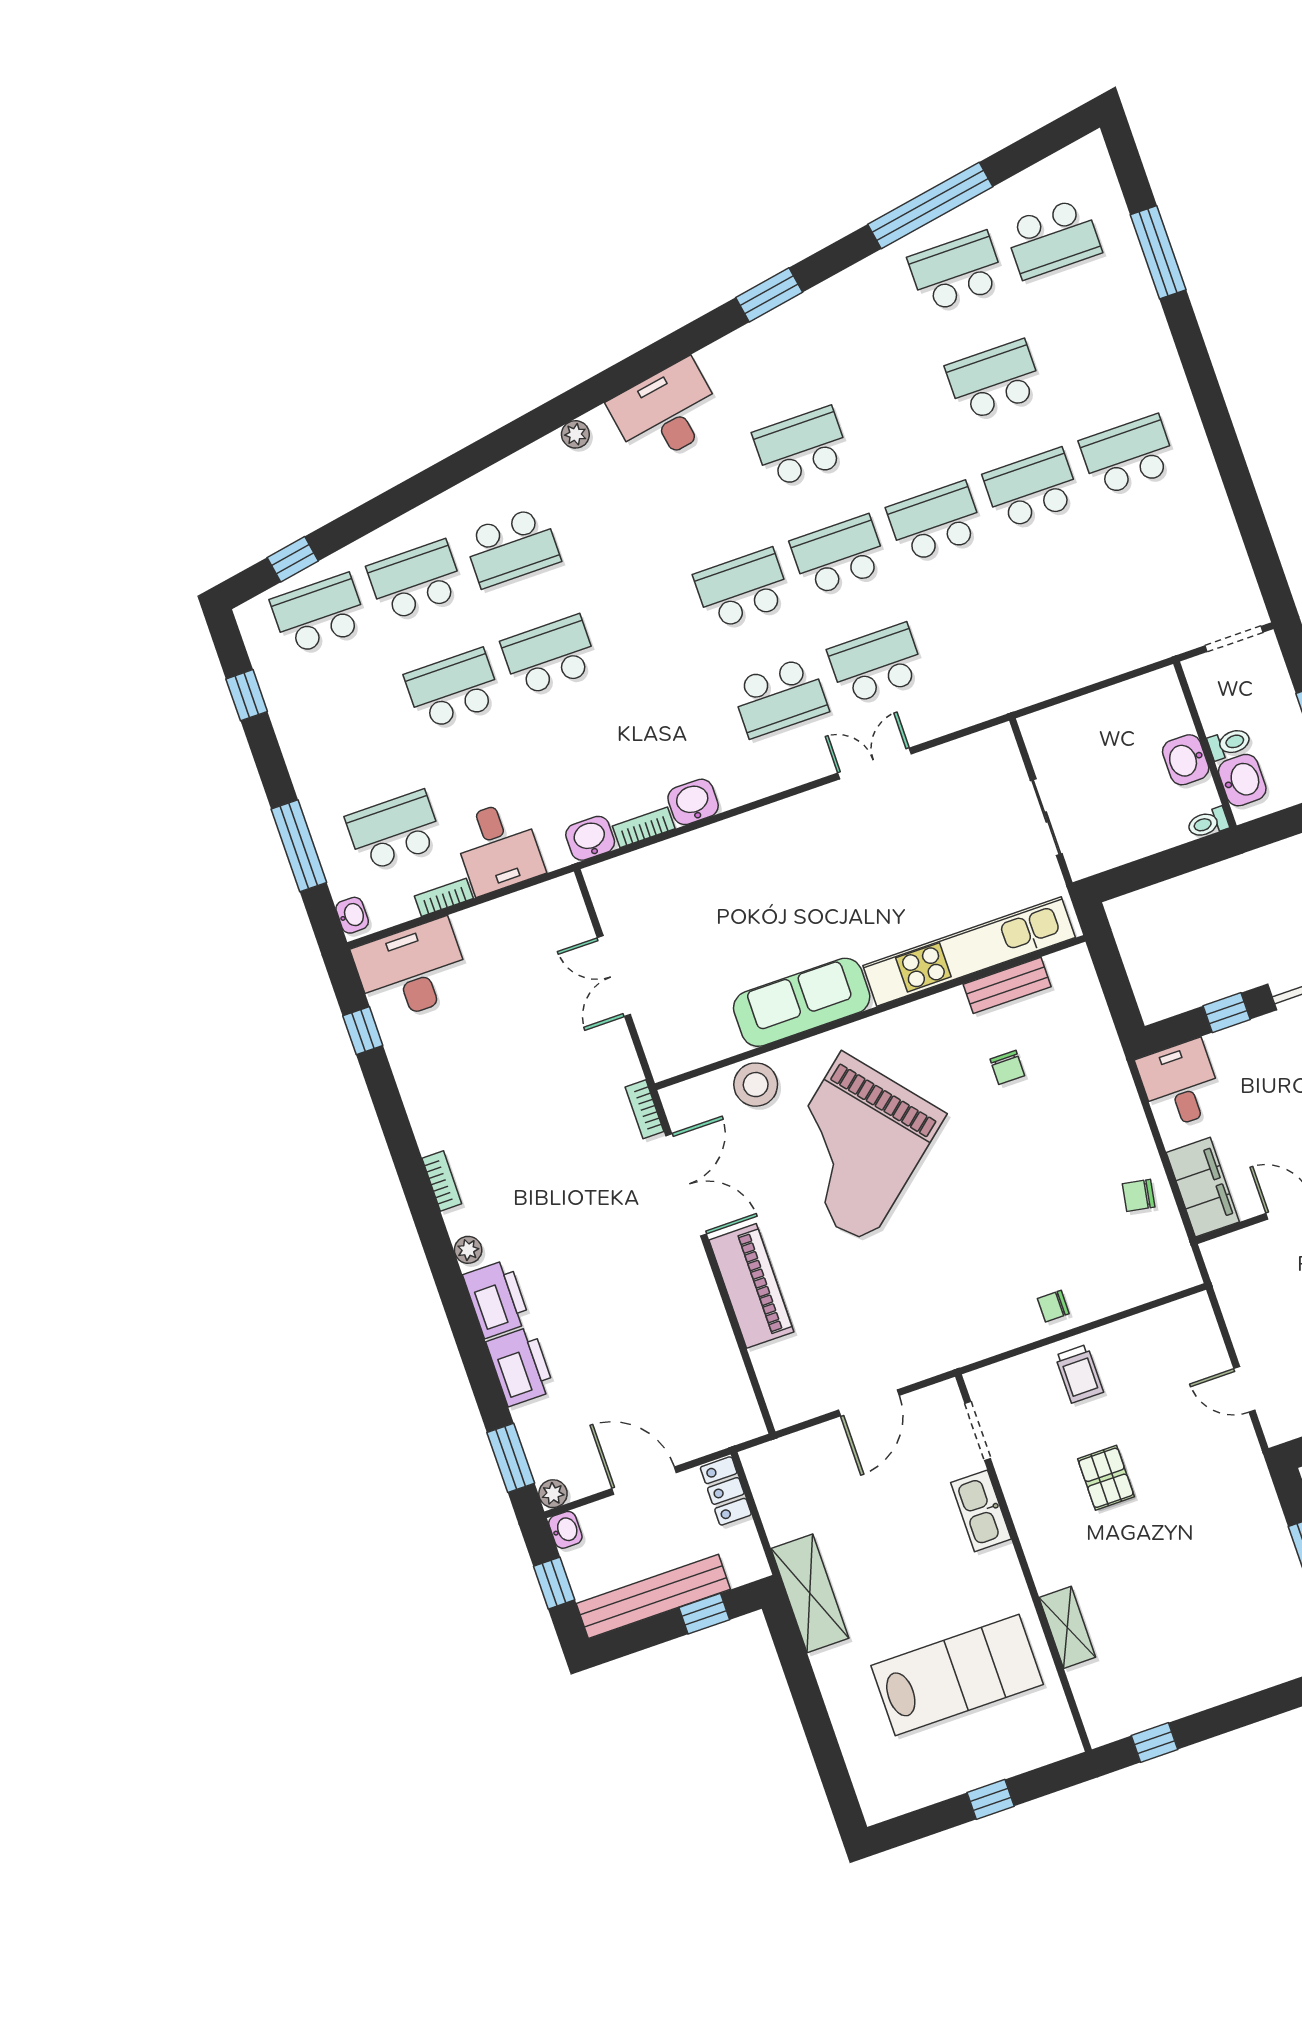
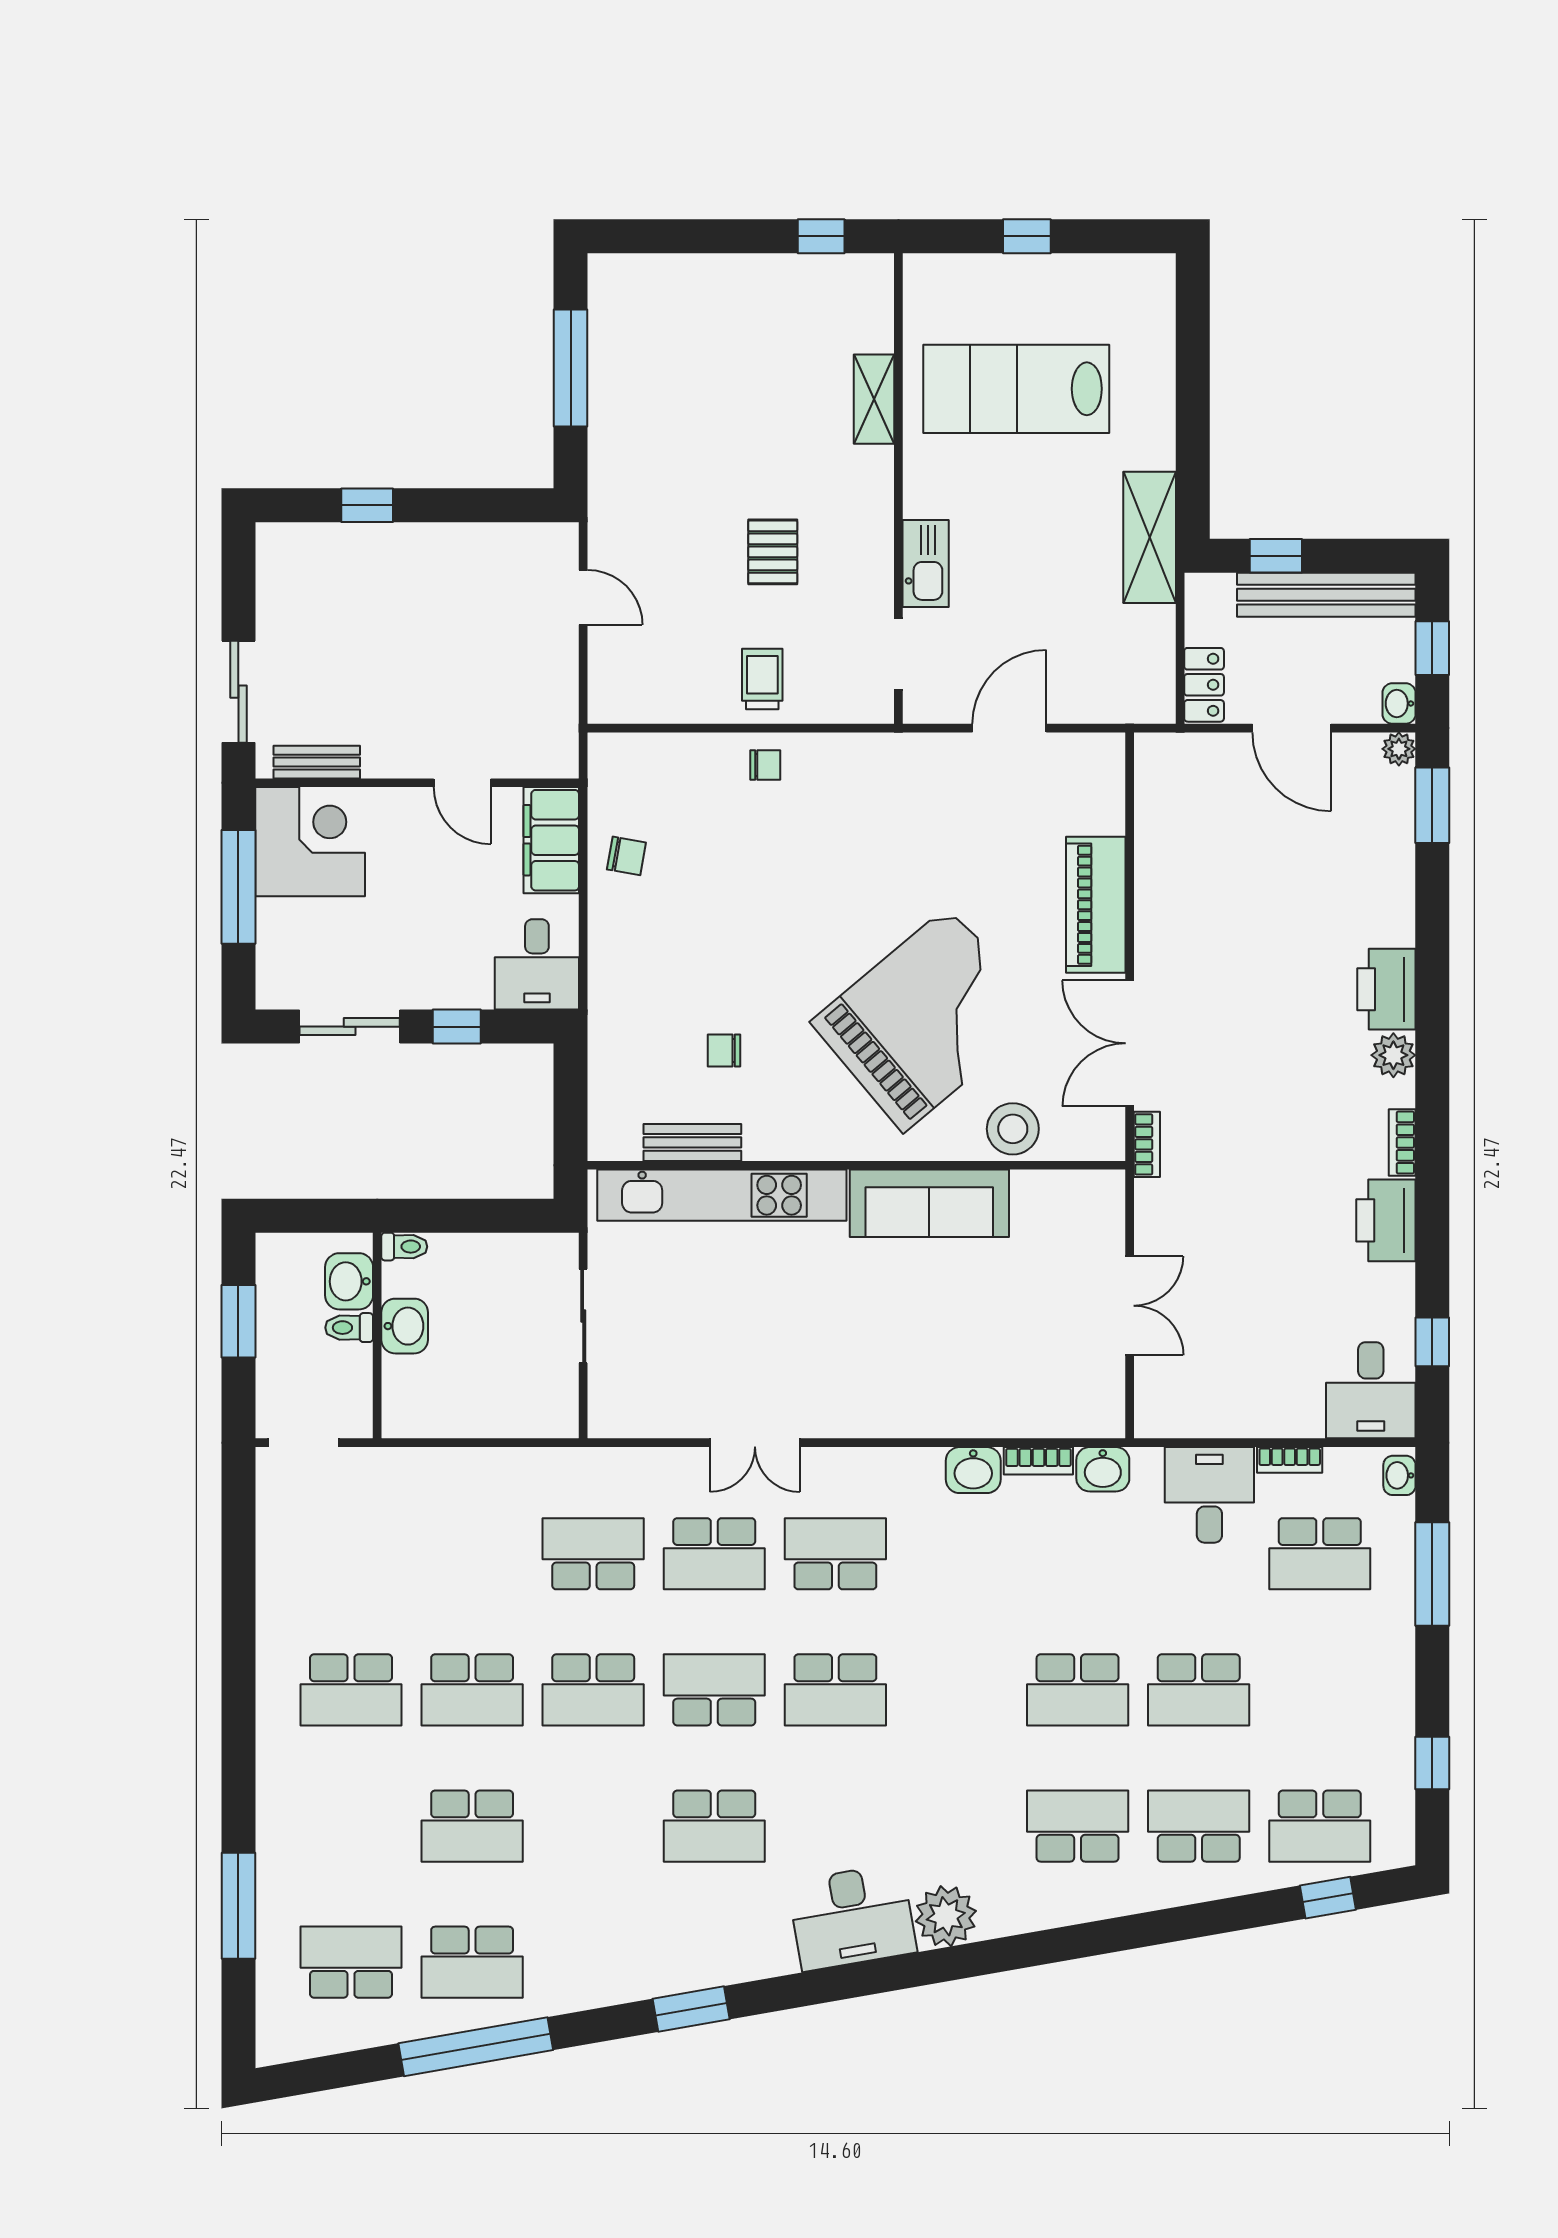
plant: (575, 434) -> (946, 1916), width x1.88, depth x1.88
school desk: (839, 555) -> (714, 1690), turned 180
school desk: (415, 581) -> (1199, 1826), turned 180
school desk: (973, 630) -> (593, 1554), added
desk: (412, 971) -> (1371, 1390), width x0.73
chair: (1007, 1067) -> (724, 1050), turned -90
plant: (468, 1250) -> (1393, 1055), width x1.38, depth x1.38
printer: (520, 1366) -> (1386, 1220), moved

